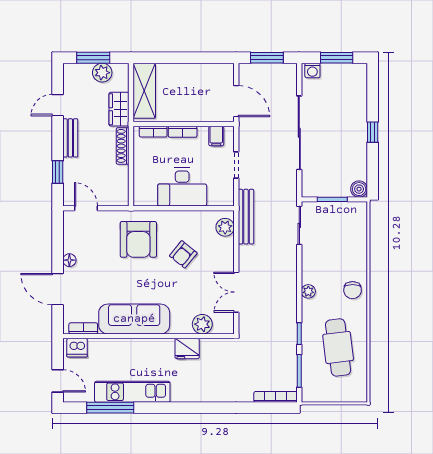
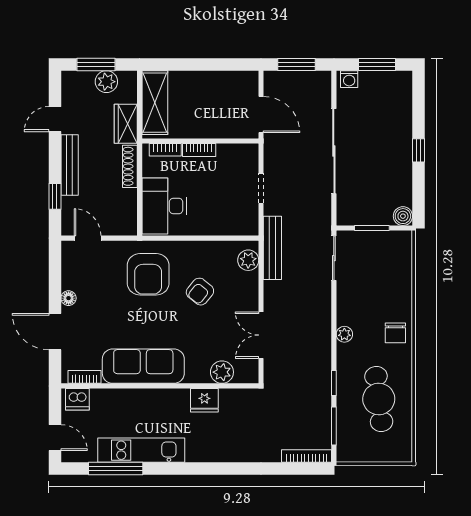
filing cabinet: (216, 136) -> (238, 155), removed
bench: (70, 138) -> (70, 165), width x1.36
desk: (182, 187) -> (164, 206), moved, turned 90

